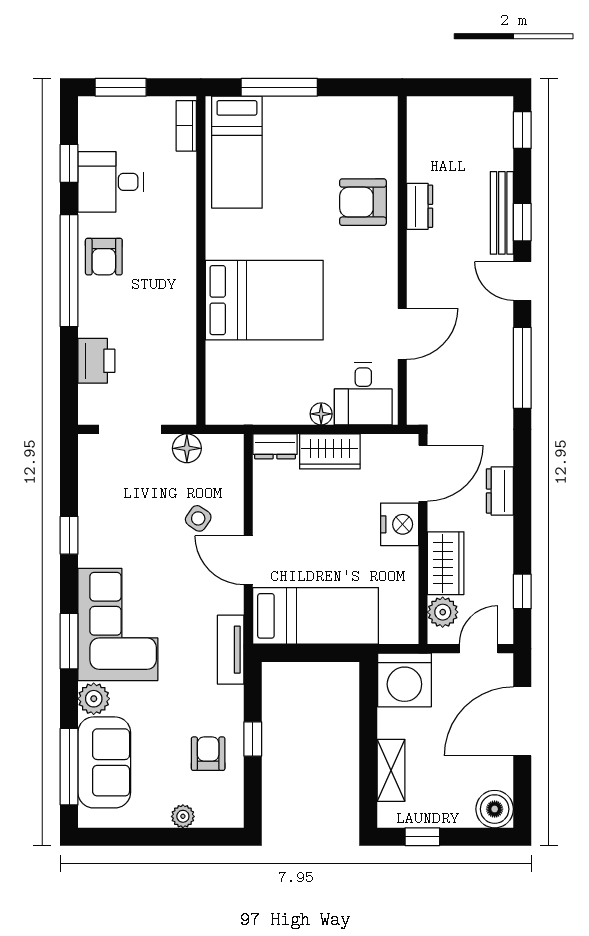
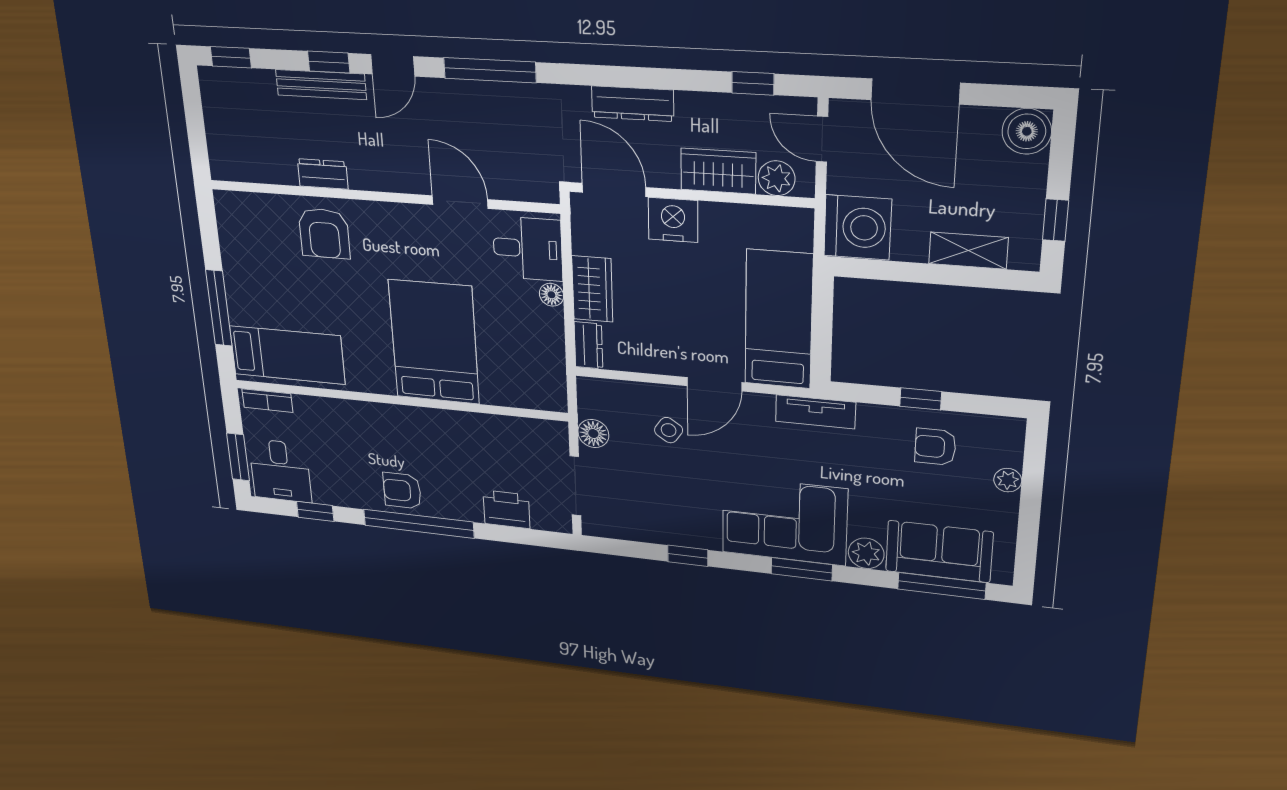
desk: (111, 182) -> (280, 471), moved
armchair: (104, 257) -> (402, 491), turned 180
dresser: (500, 491) -> (633, 104), width x1.44

